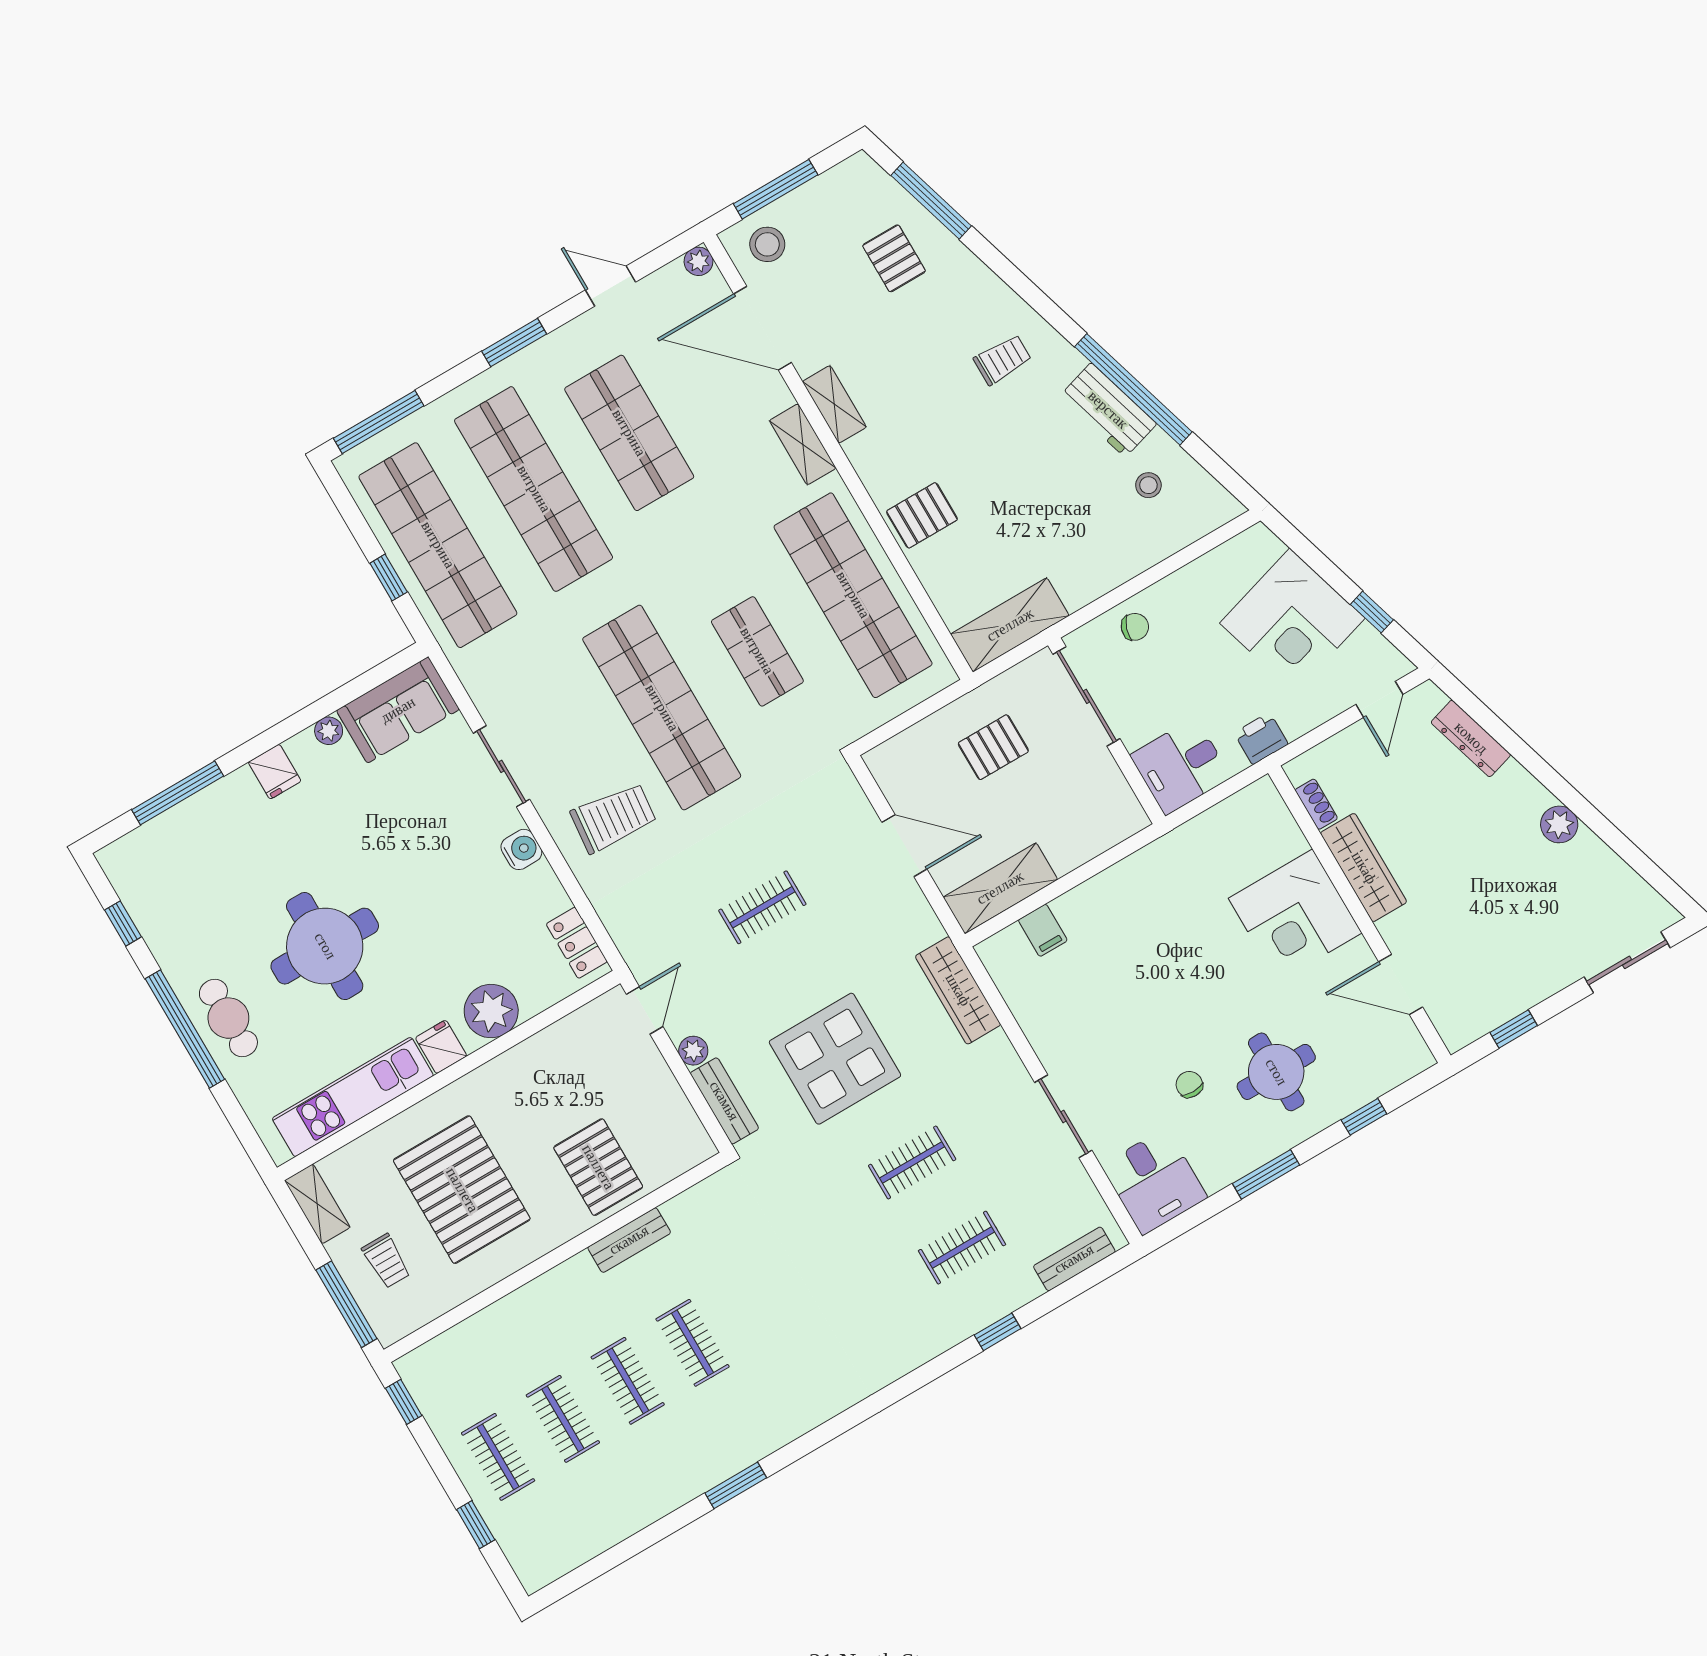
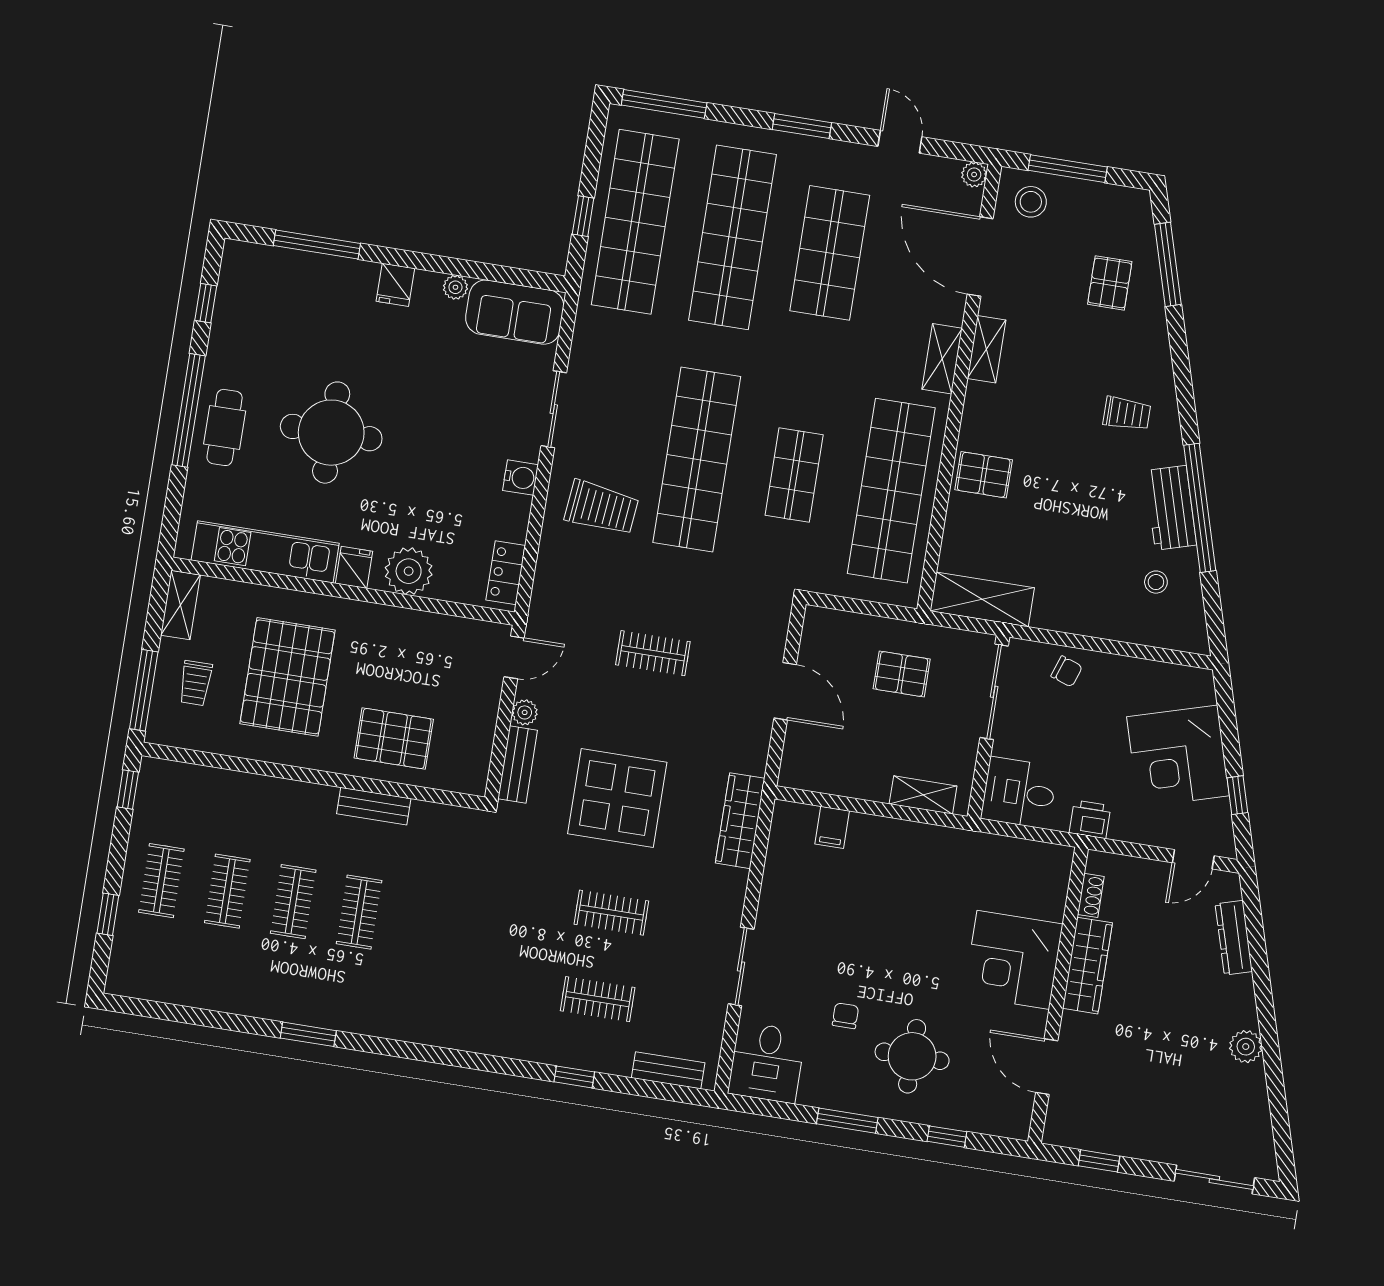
shelving: (1000, 888) -> (923, 795), moved, width x0.67, depth x0.75
pallet: (598, 1167) -> (394, 739), turned 90

